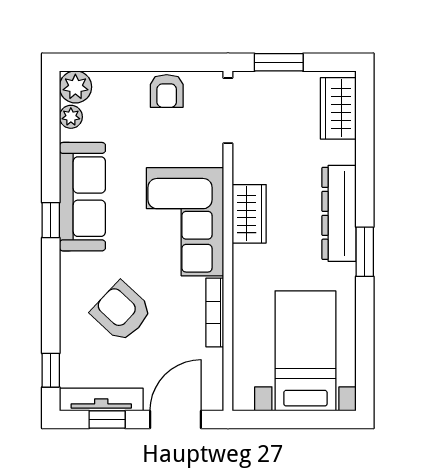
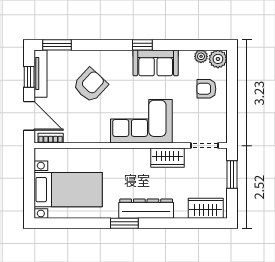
armchair: (167, 91) -> (206, 89), moved
doorway: (228, 111) -> (204, 146), width x0.73
sofa: (82, 197) -> (156, 63), width x0.73
wardrobe: (249, 214) -> (168, 158), moved
bookcase: (215, 312) -> (51, 138), moved, width x0.64
window: (51, 370) -> (57, 45), width x1.50

